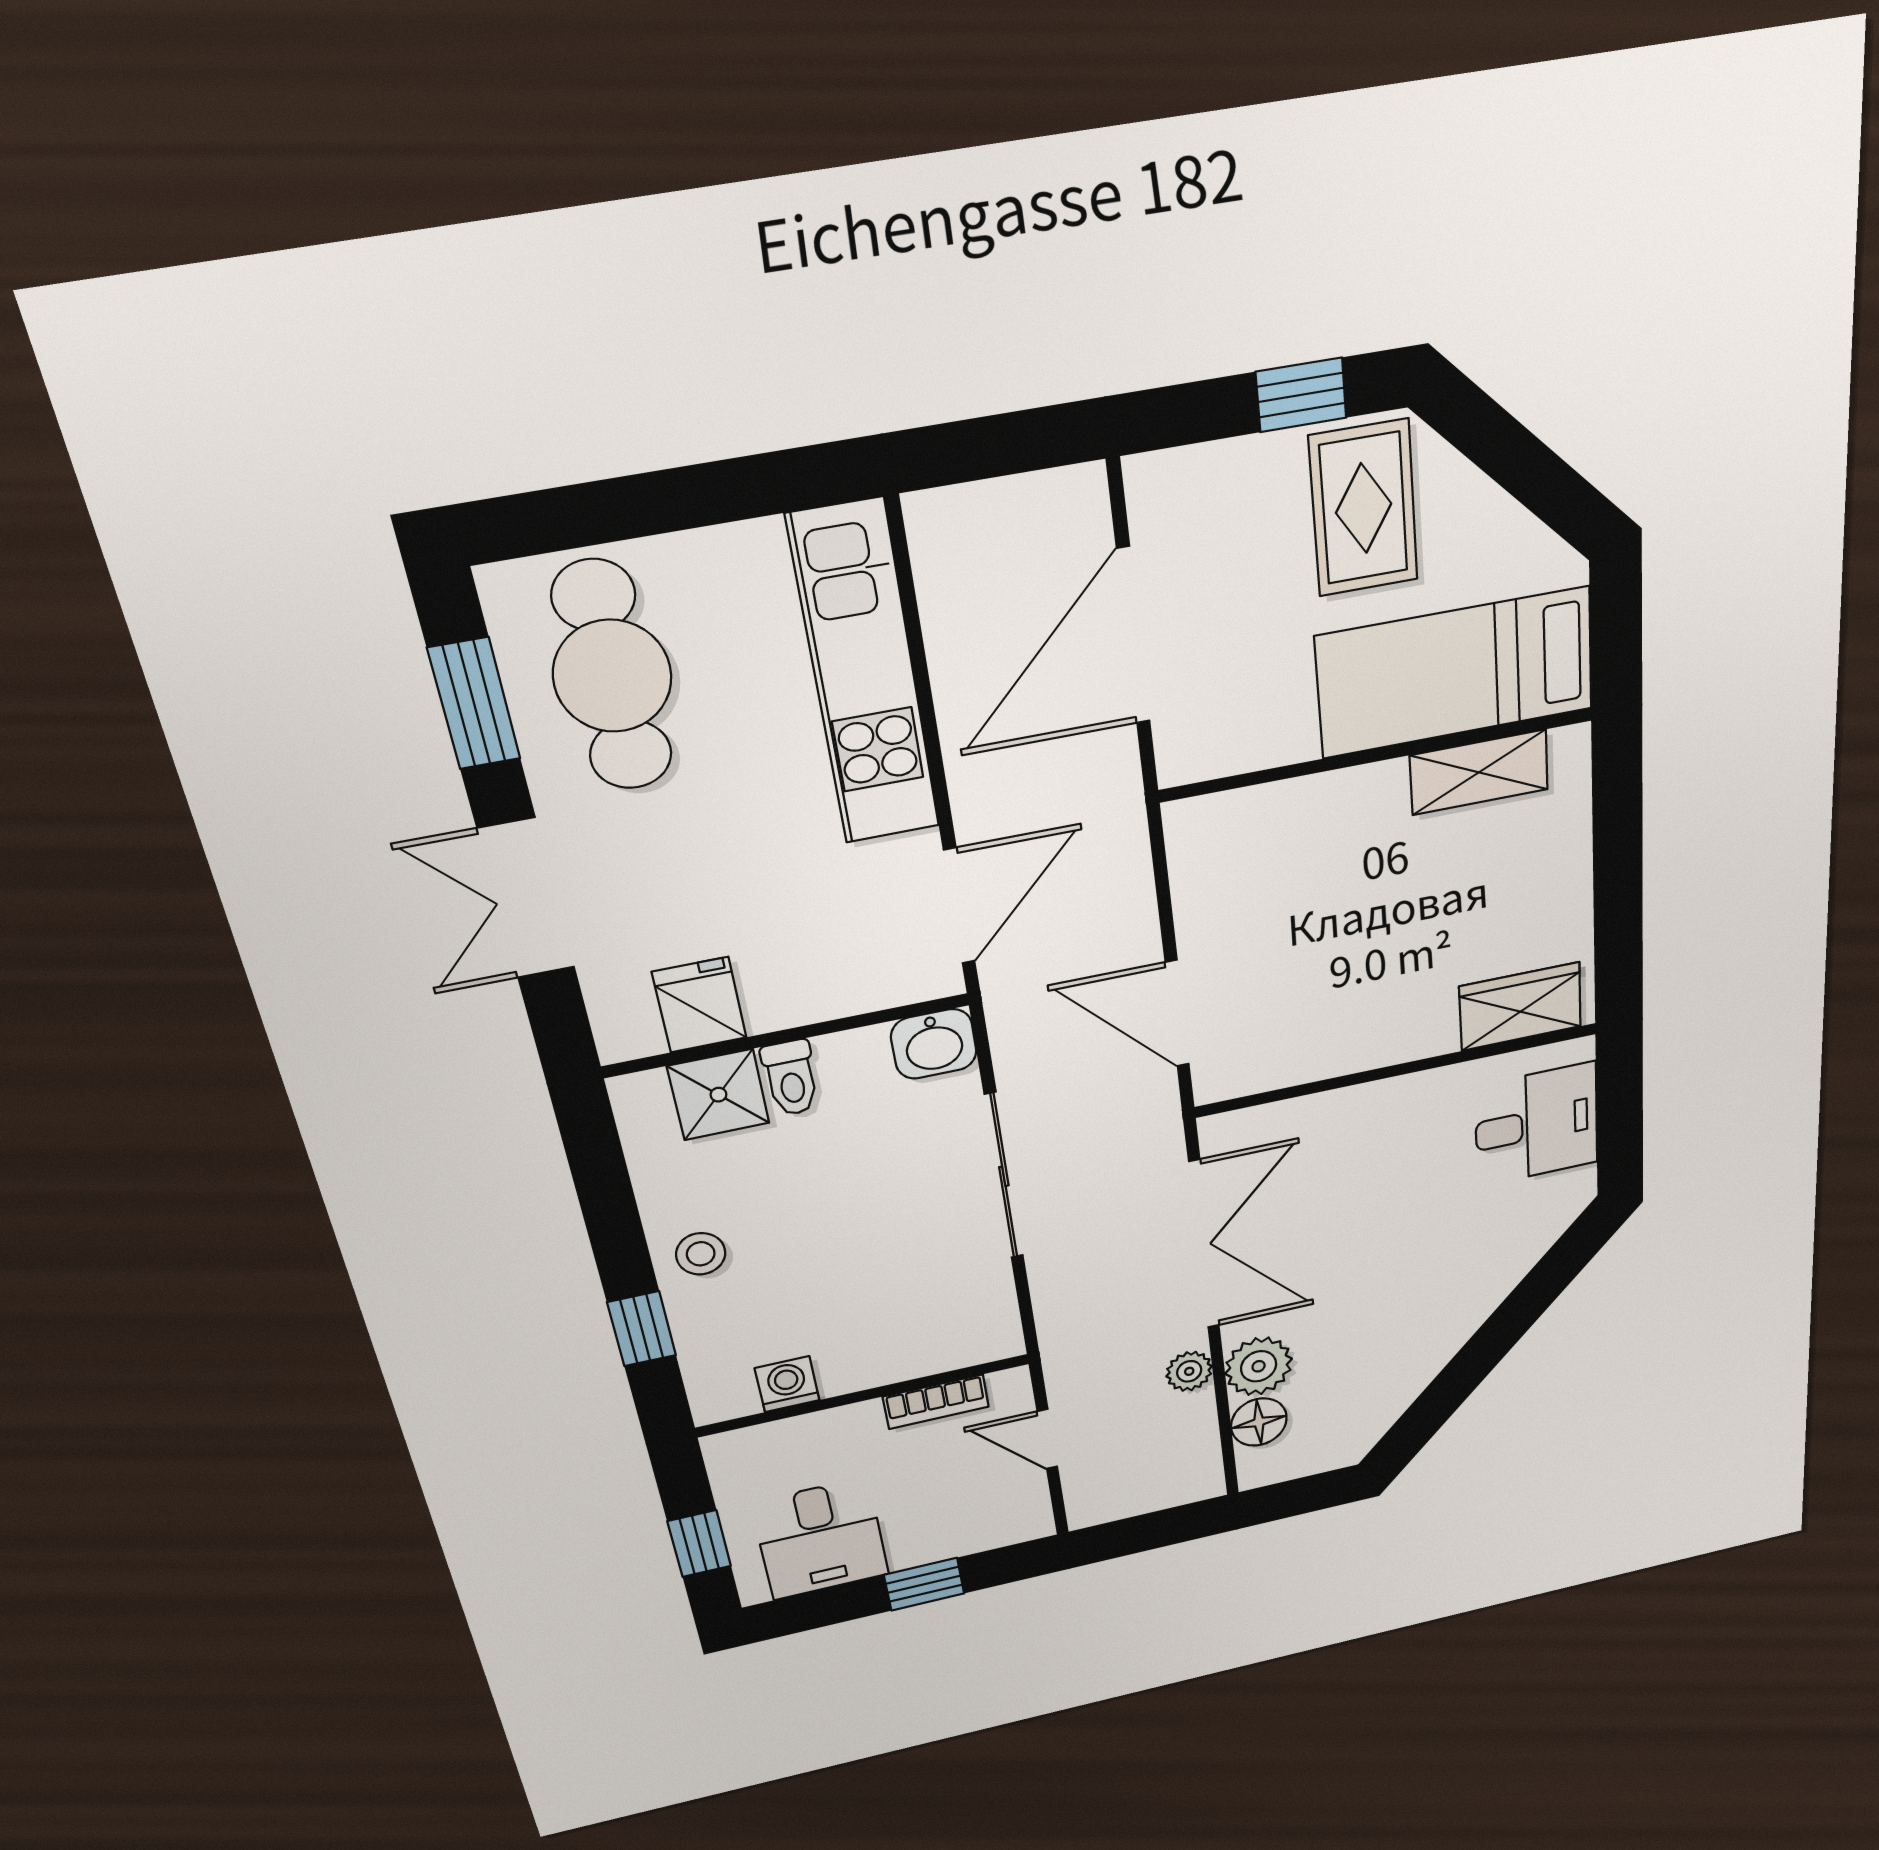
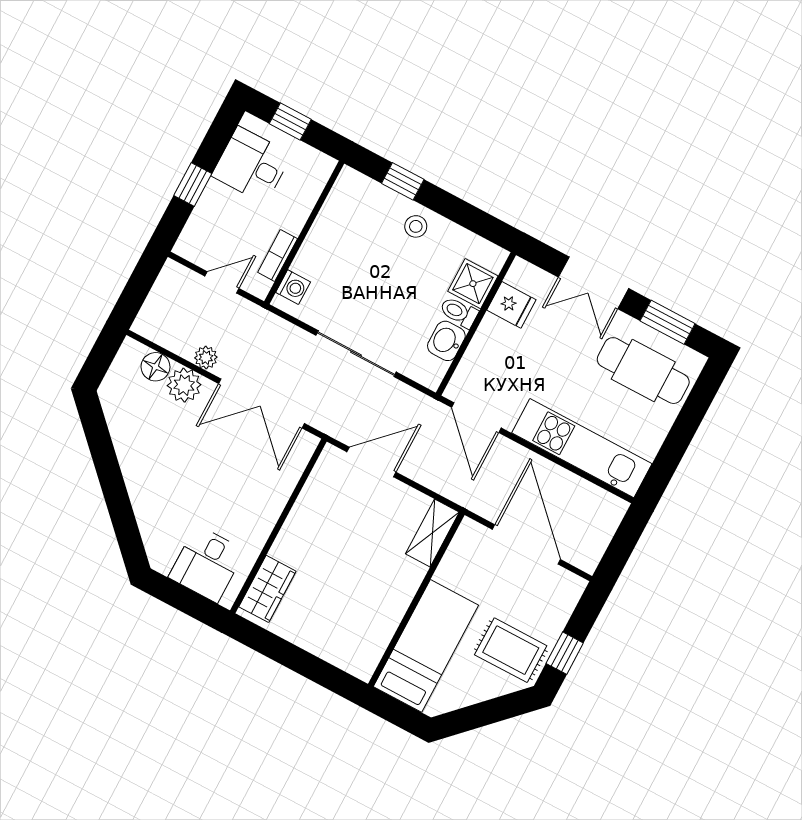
shelving: (1479, 772) -> (432, 533), moved
double door: (526, 899) -> (593, 283), swing flipped
washbasin: (934, 1044) -> (446, 341), moved
washing machine: (787, 1384) -> (293, 287), moved

